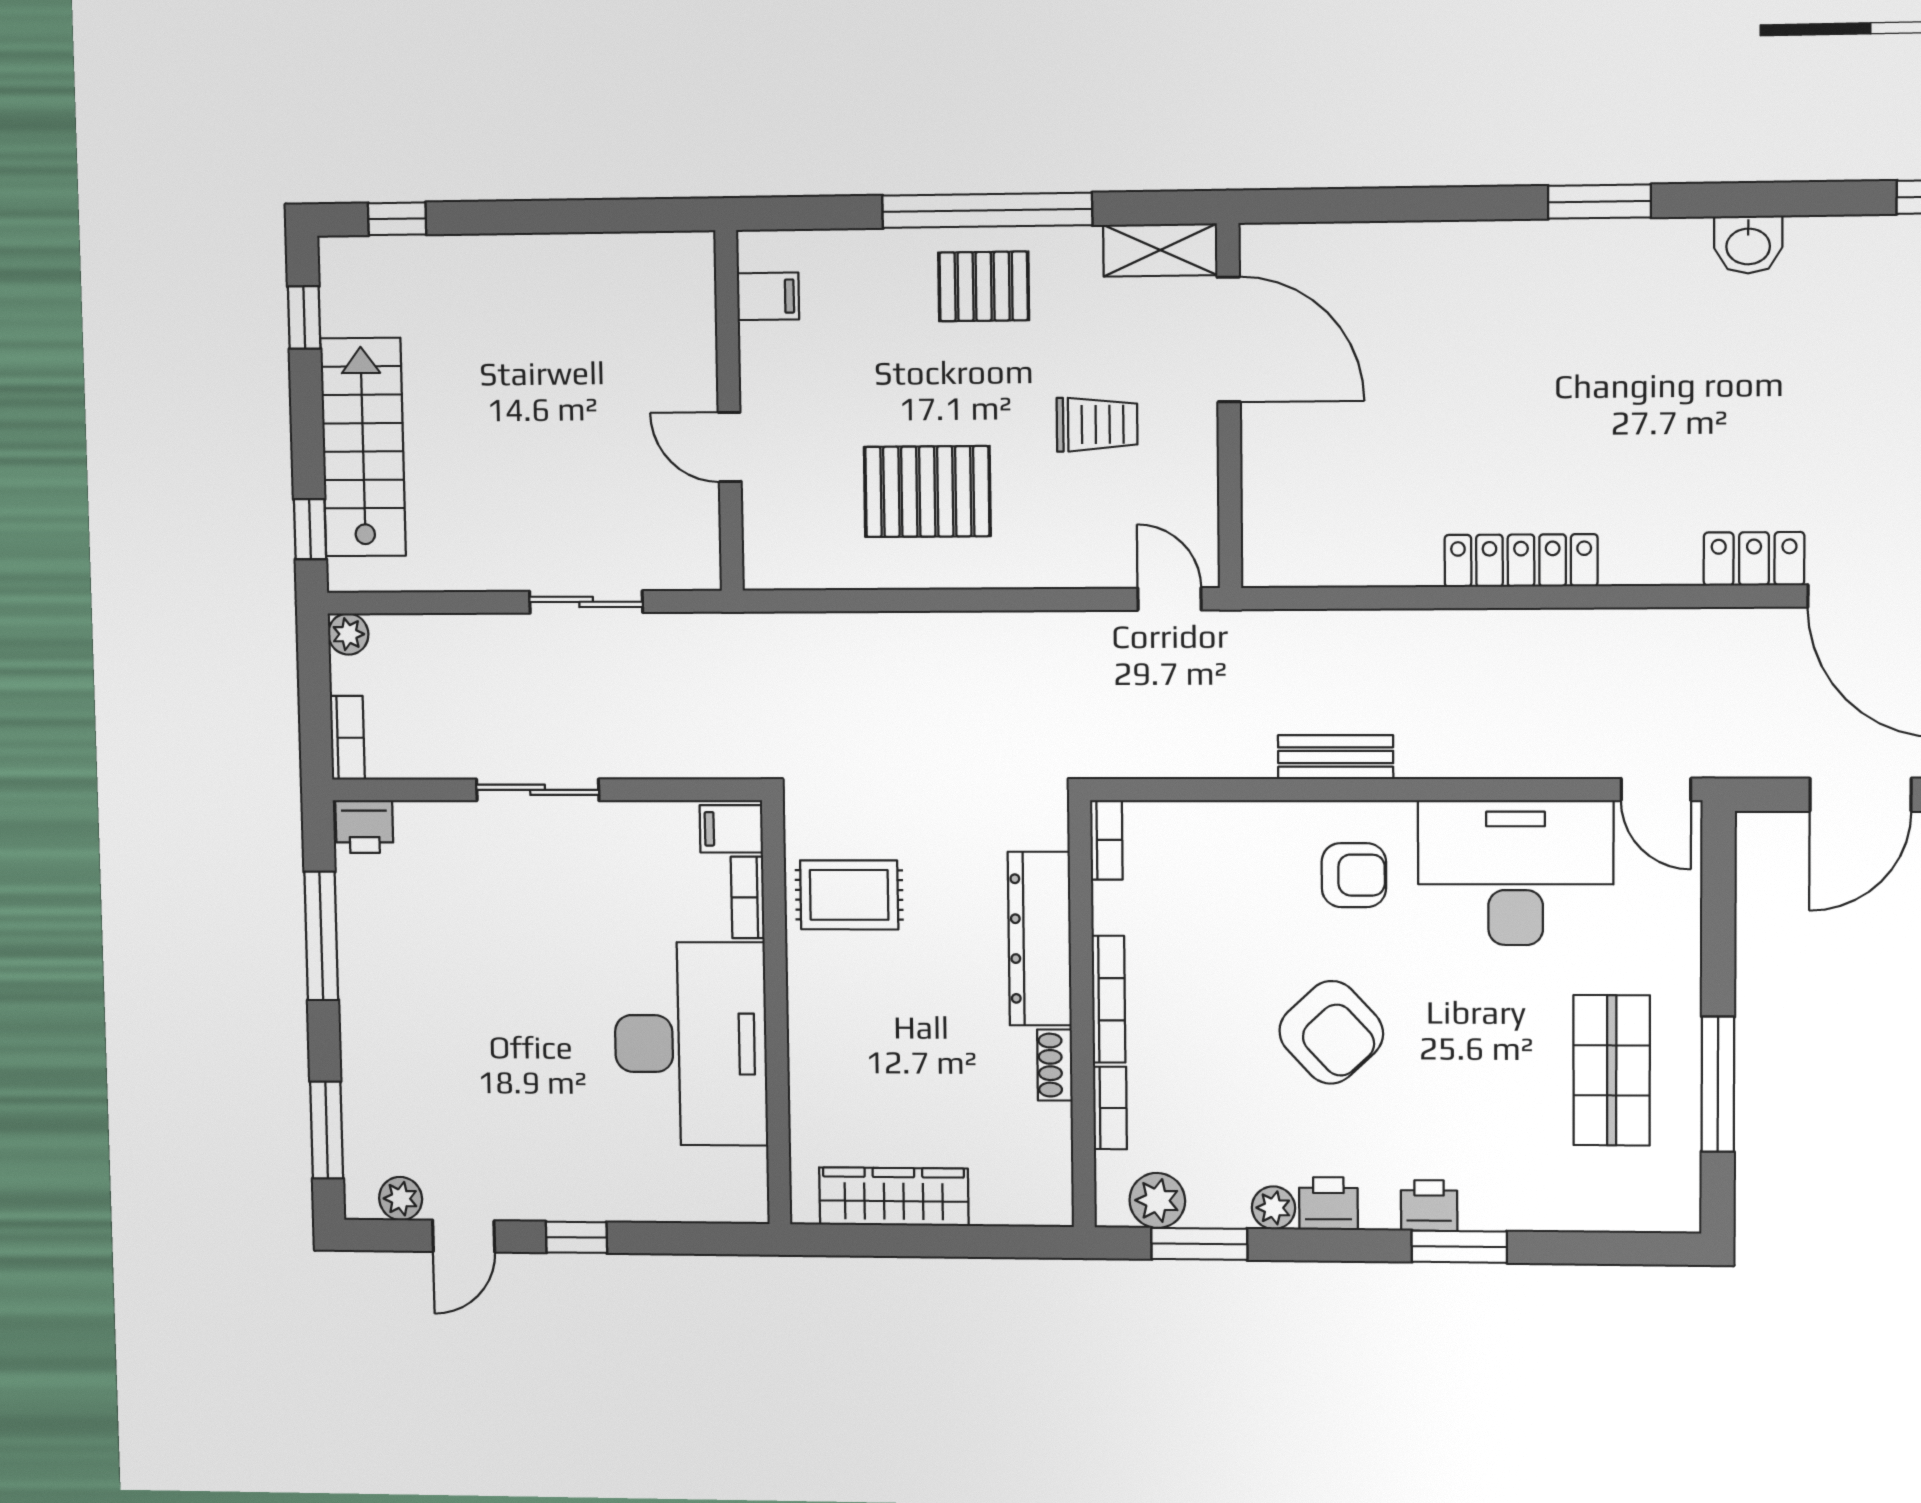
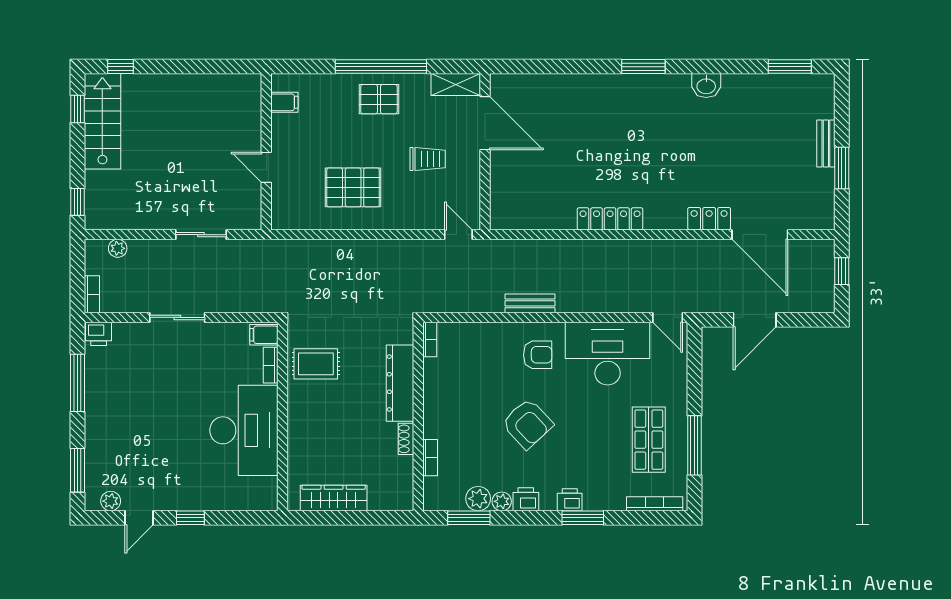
stairs: (363, 447) -> (102, 121), moved
plant: (348, 634) -> (118, 248), moved
bookcase: (1108, 999) -> (655, 504), moved, turned -90
plant: (1157, 1200) -> (478, 499), moved

